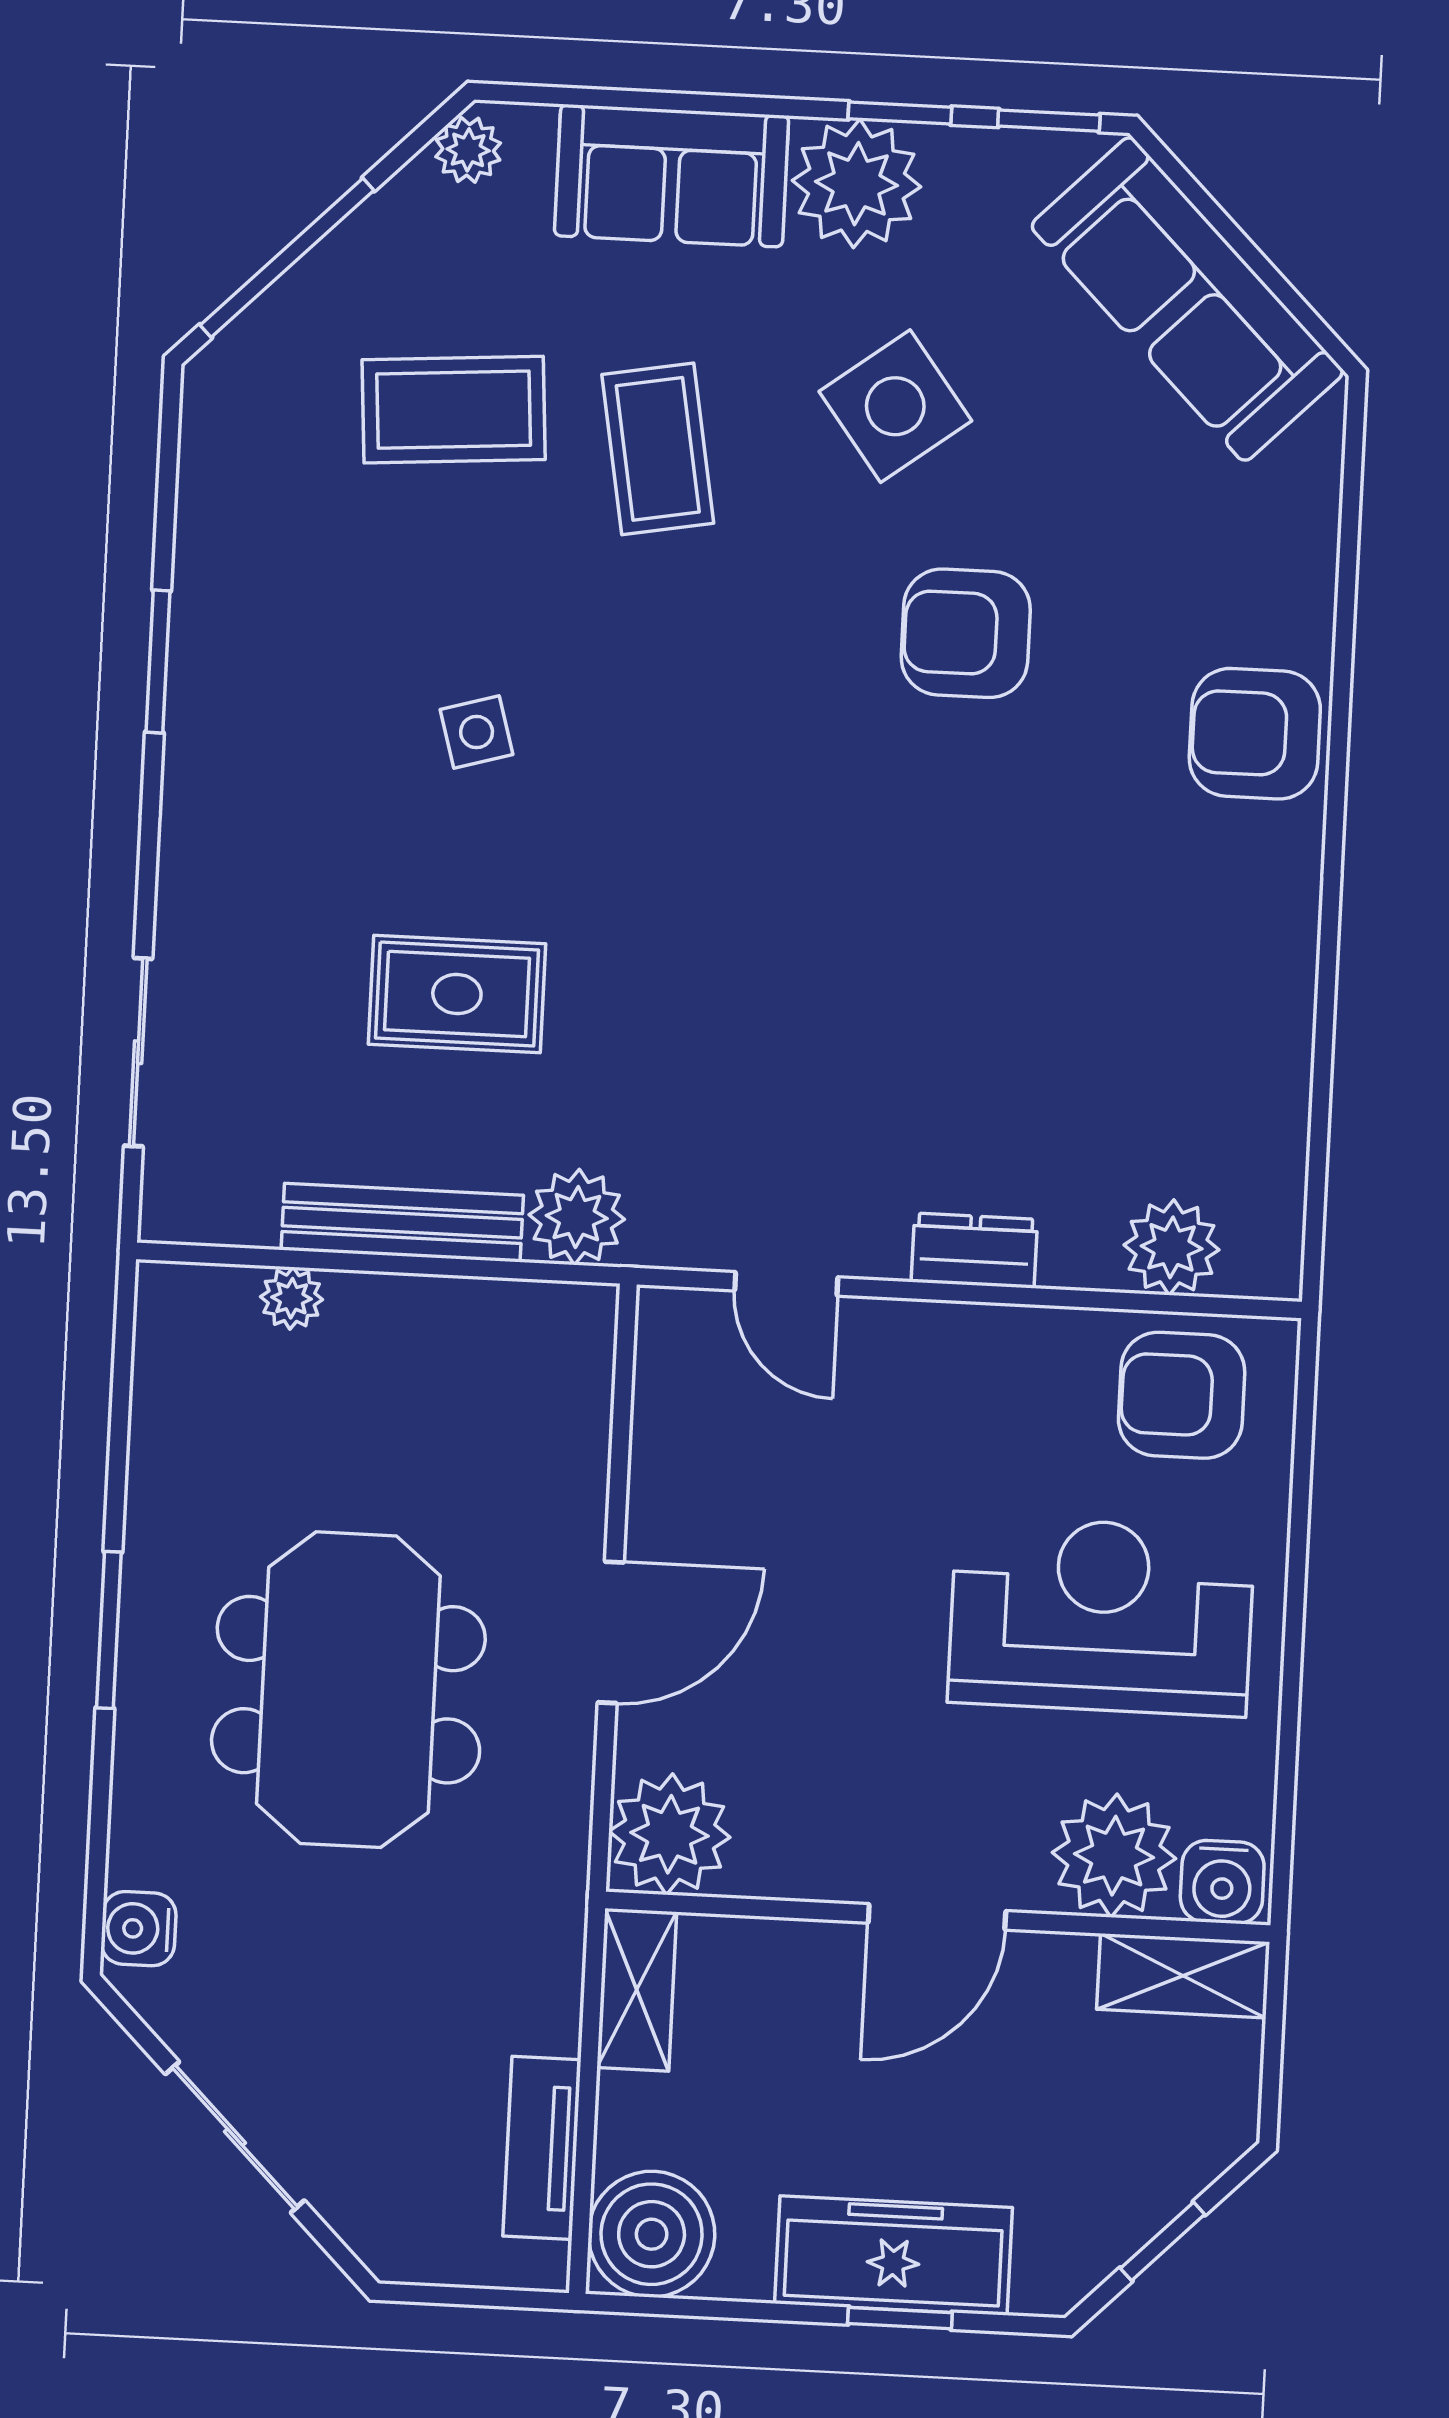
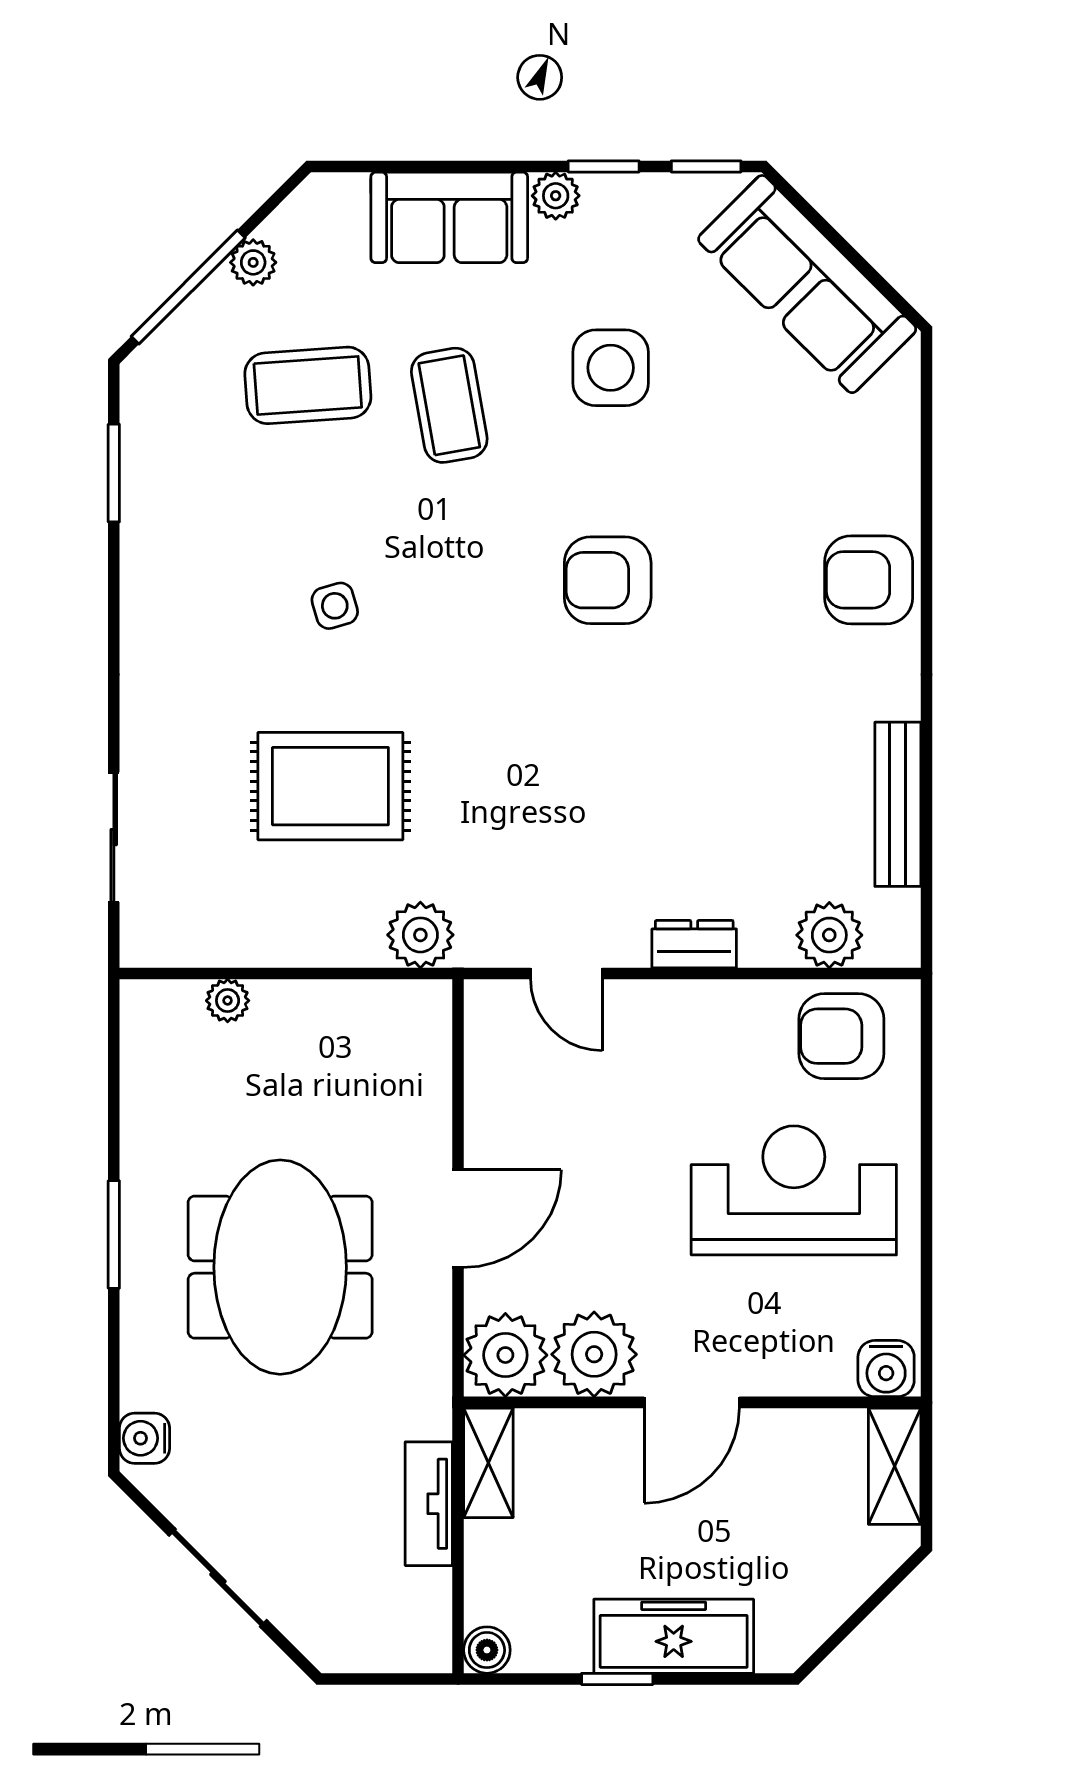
plant: (468, 150) -> (253, 262), moved
plant: (857, 184) -> (556, 196), width x0.53, depth x0.53
side table: (895, 406) -> (611, 368), turned 37
armchair: (966, 633) -> (608, 580), moved
window: (158, 661) -> (114, 473), moved
rug: (457, 994) -> (330, 786), width x1.36, depth x1.43
bench: (402, 1223) -> (898, 804), moved, turned 90
plant: (1114, 1856) -> (594, 1354), moved
shelving: (1183, 1976) -> (895, 1466), moved, turned 90
tv unit: (542, 2148) -> (429, 1504), moved
boiler: (652, 2234) -> (487, 1650), width x0.54, depth x0.54
window: (1163, 2241) -> (858, 1617), removed
window: (900, 2318) -> (617, 1679), moved

